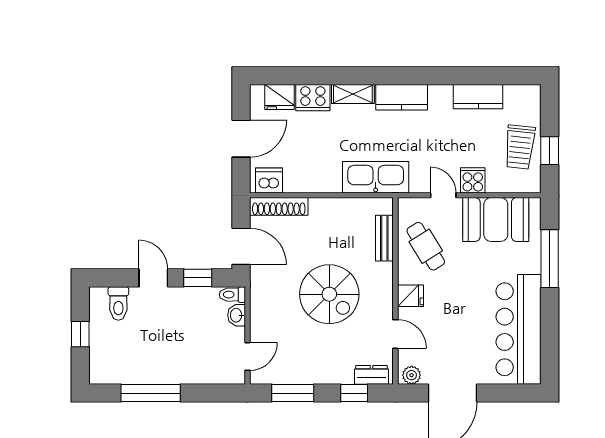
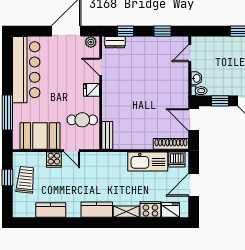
kitchen sink: (376, 177) -> (148, 161), moved
bench: (384, 238) -> (107, 135), moved
cafe table: (426, 246) -> (82, 120), turned -58
spiral stairs: (329, 294) -> (140, 91), removed
window: (293, 393) -> (163, 31), width x0.67

